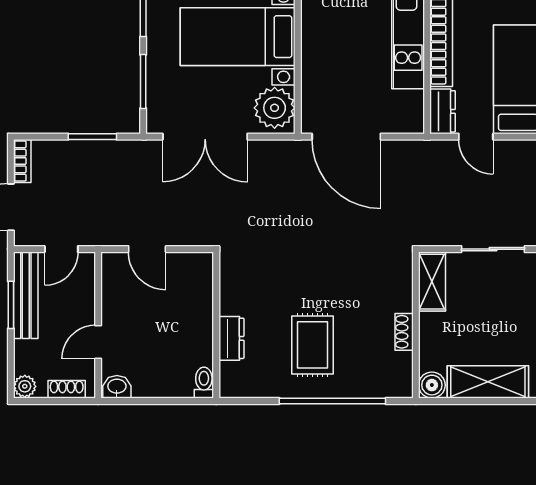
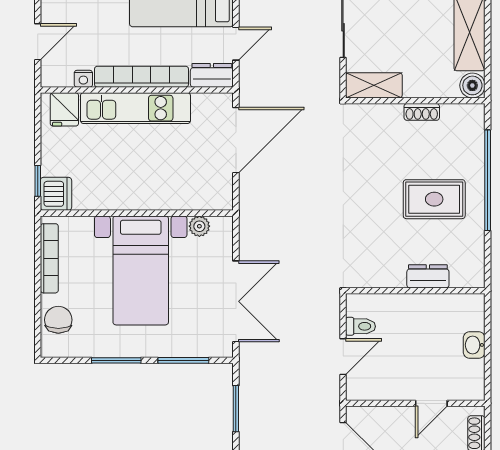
plant: (275, 108) -> (199, 226), width x0.53, depth x0.53
door: (346, 137) -> (236, 140), moved
door: (98, 342) -> (431, 403), hinge flipped
toilet: (204, 383) -> (360, 326), moved, turned 180
washbasin: (117, 387) -> (474, 345), moved

